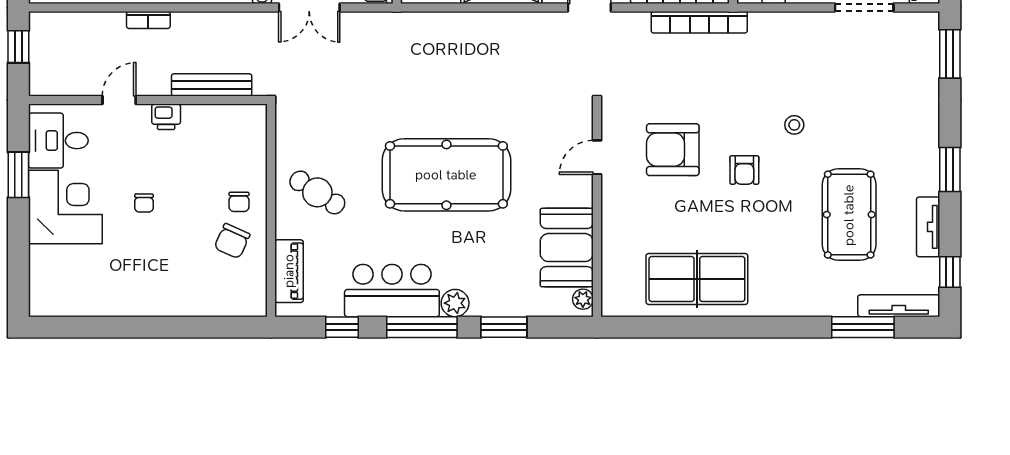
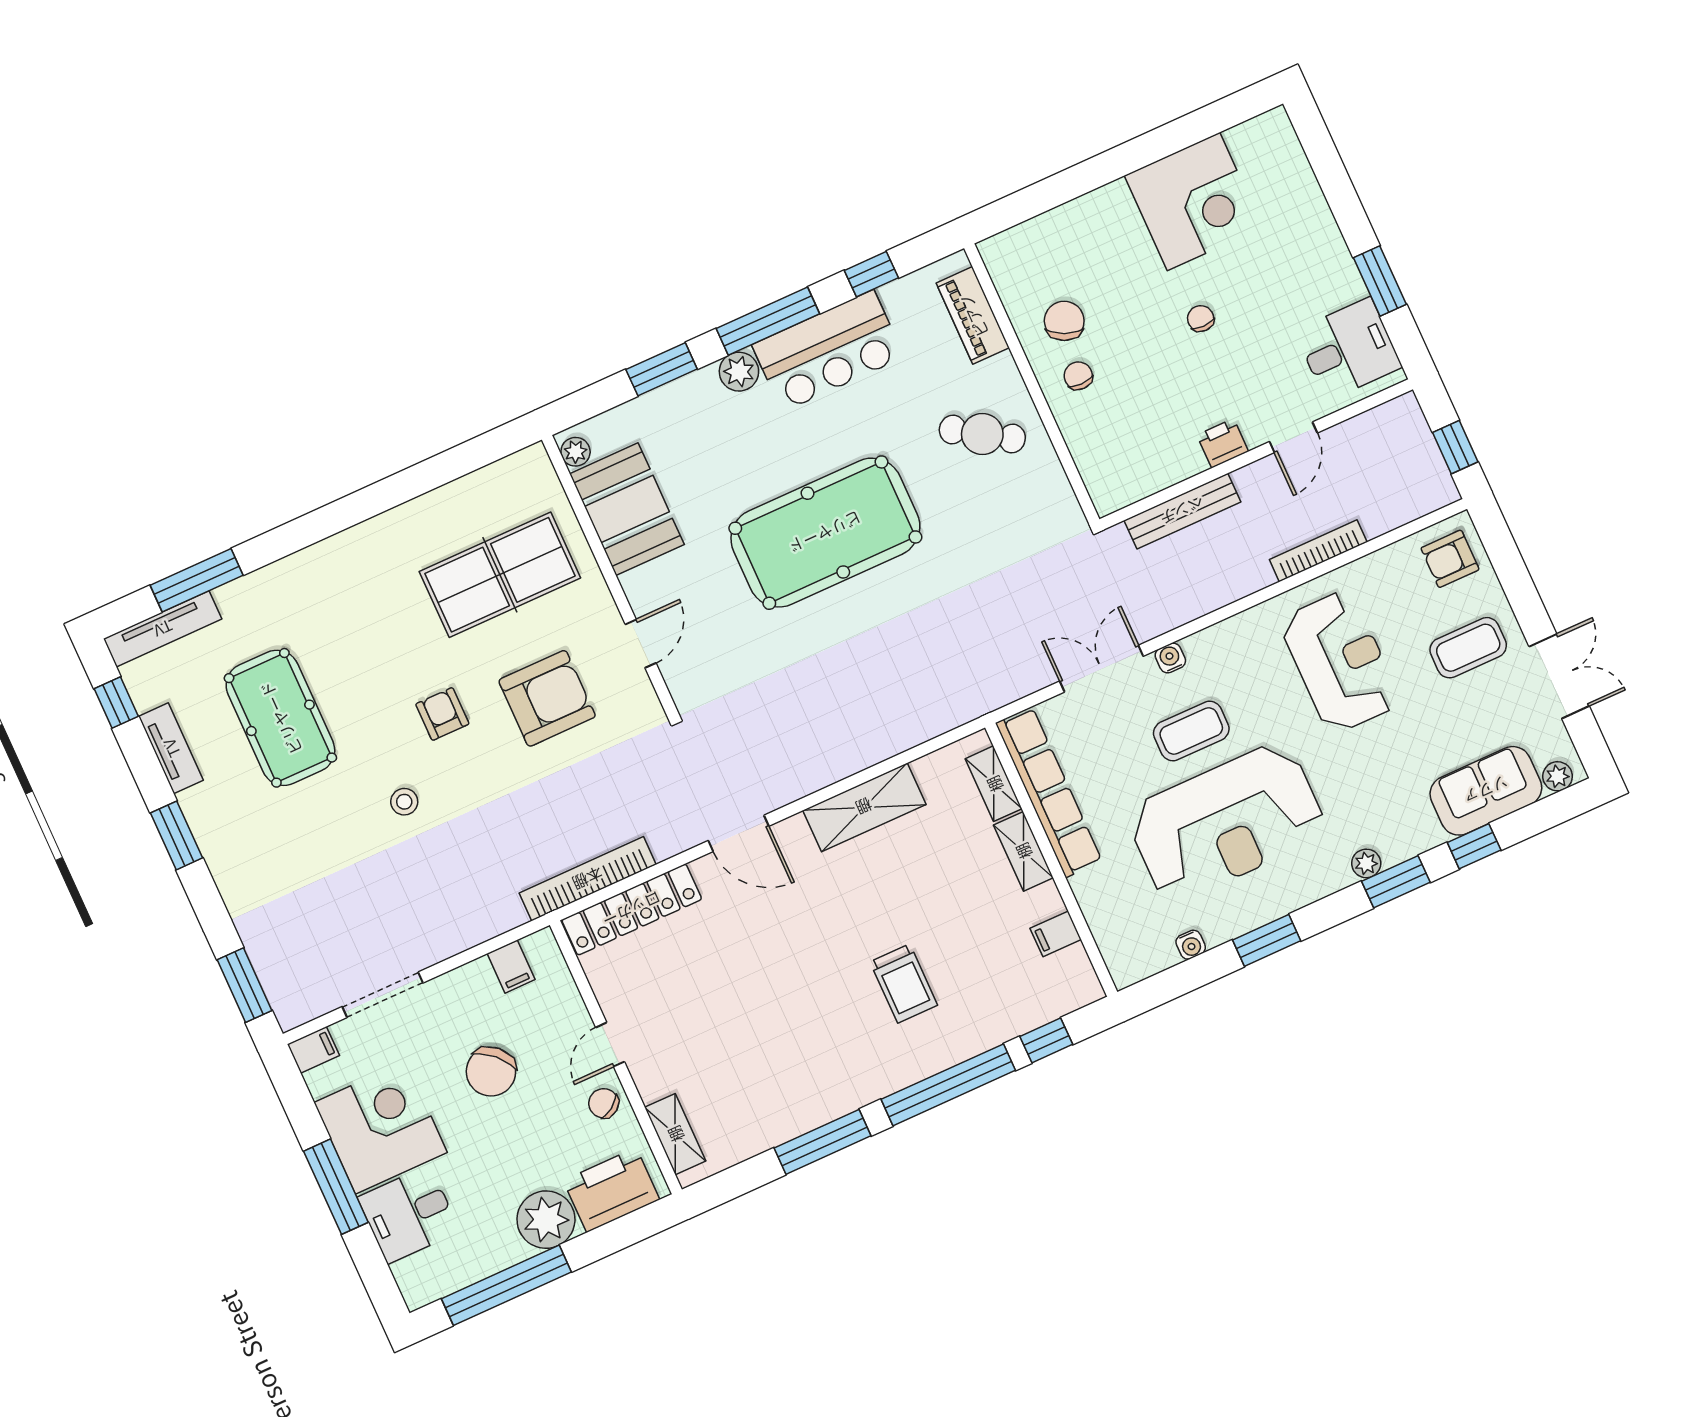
bookcase: (148, 20) -> (1318, 551), width x1.56
corner desk: (65, 207) -> (1194, 201), moved, turned -90
table tennis table: (697, 279) -> (500, 575), moved

